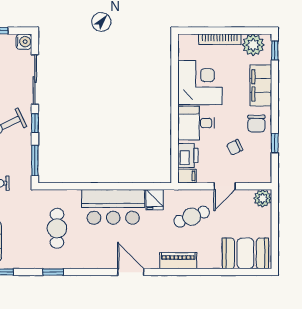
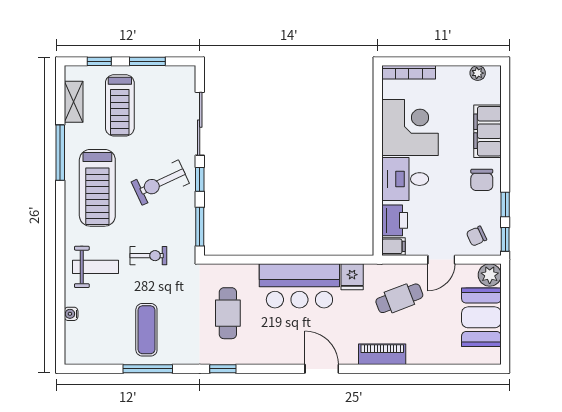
bookcase: (220, 39) -> (409, 72), moved
water cooler: (24, 42) -> (186, 75), removed
plant: (253, 45) -> (478, 73), width x0.53, depth x0.53
window: (275, 50) -> (505, 239), moved
chair: (235, 147) -> (476, 236), moved
booth: (245, 253) -> (481, 317), moved, turned 90

